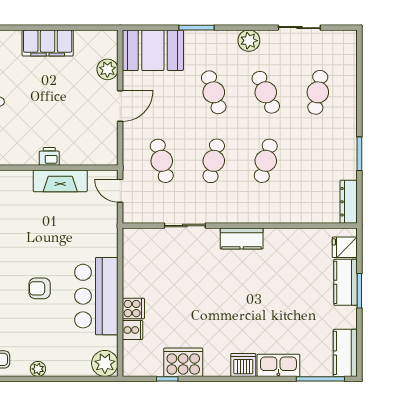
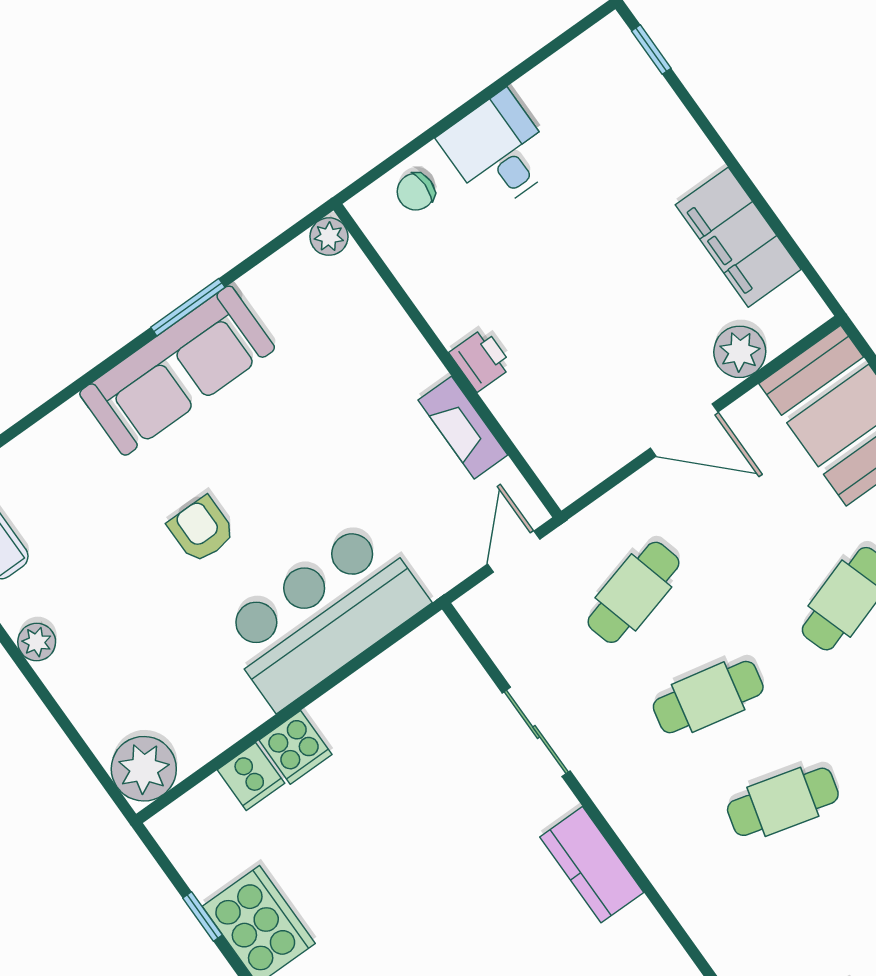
filing cabinet: (48, 43) -> (738, 237), moved
fireplace: (60, 181) -> (463, 428), width x0.73, depth x0.76
bar counter: (96, 296) -> (323, 615), moved

